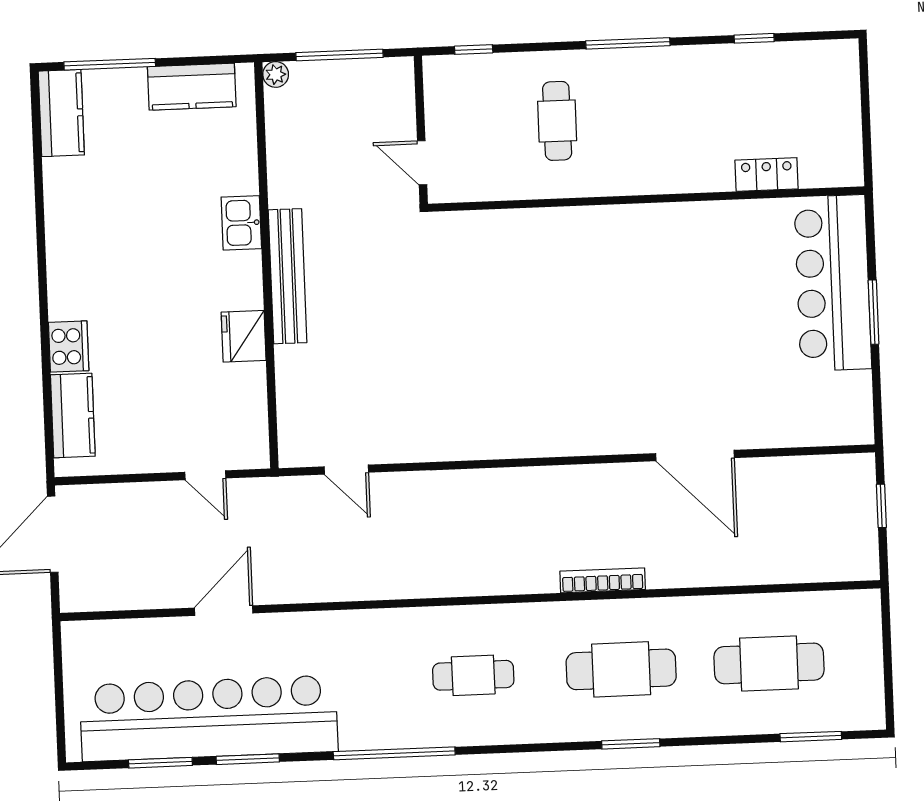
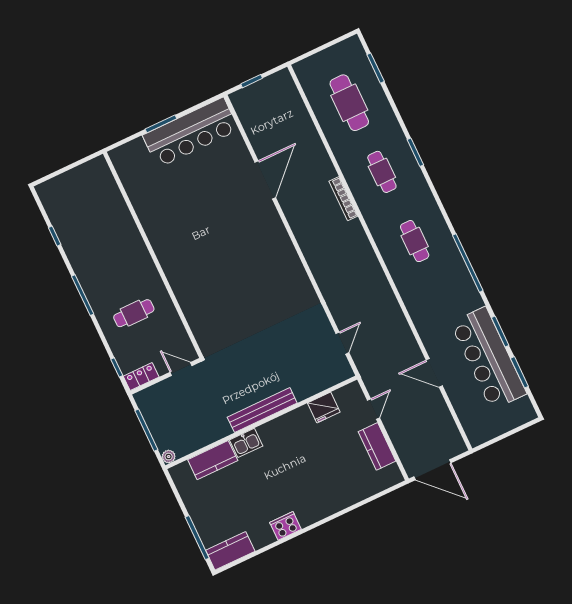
kitchen counter: (192, 87) -> (213, 460), moved, turned 90
door: (422, 163) -> (181, 369), swing flipped
locker: (767, 174) -> (141, 377), moved, turned 90
bar counter: (833, 283) -> (191, 133), moved
fridge: (244, 336) -> (324, 408), moved
cooker: (69, 346) -> (285, 526), moved
kitchen counter: (73, 416) -> (377, 446), moved, turned -90
cafe table: (621, 669) -> (382, 172), width x0.73, depth x0.74
bar counter: (209, 718) -> (489, 358), width x0.73

